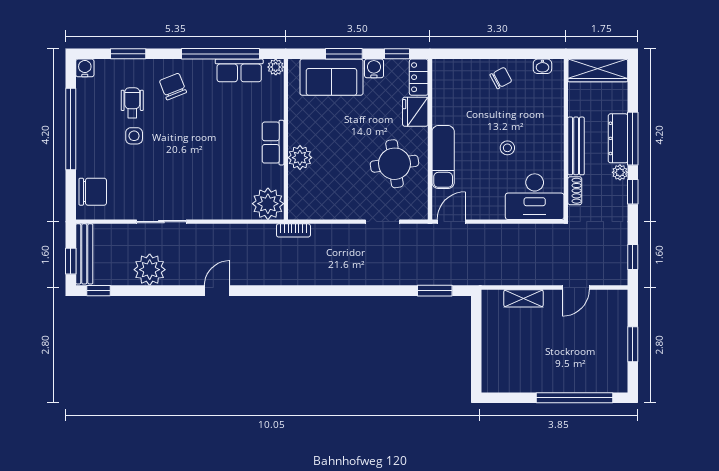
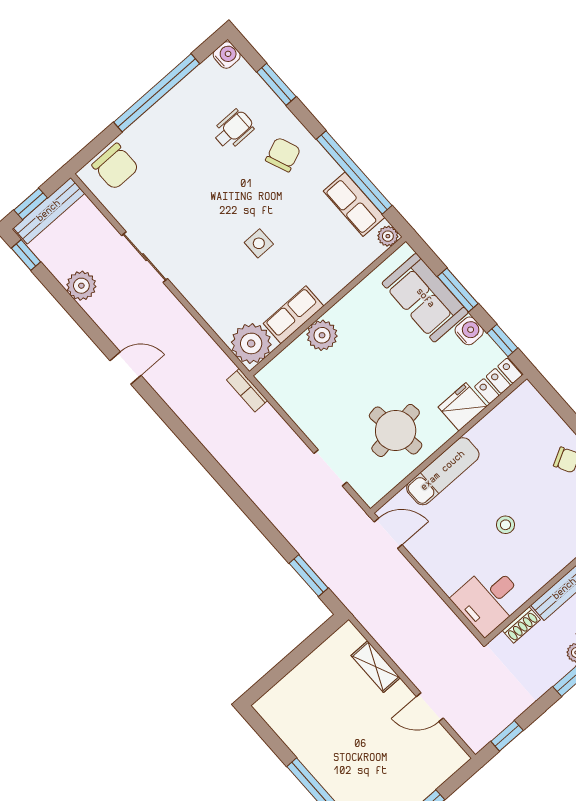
side table: (134, 136) -> (259, 243), moved
row of seats: (273, 143) -> (294, 315), moved
desk: (535, 197) -> (489, 599), width x0.73
plant: (150, 270) -> (81, 286), width x0.73, depth x0.73

